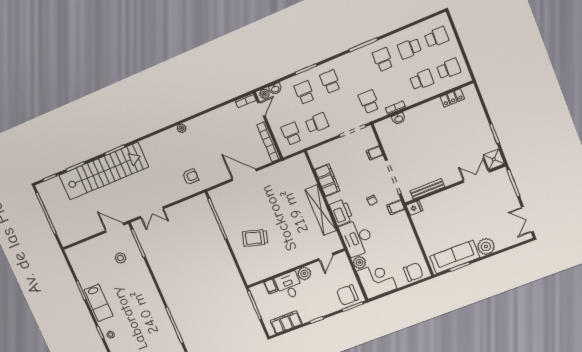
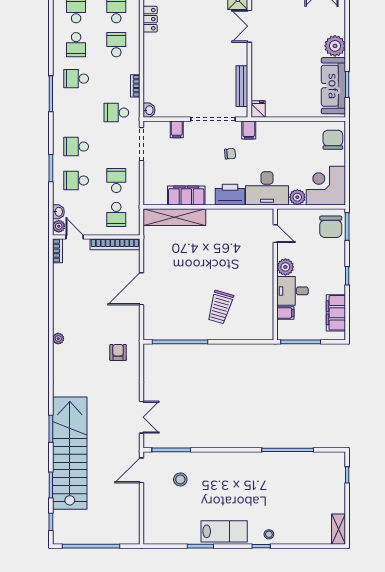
washbasin: (399, 119) -> (149, 110), moved
school desk: (291, 134) -> (116, 214), turned -90
shelving: (321, 210) -> (174, 217), moved

